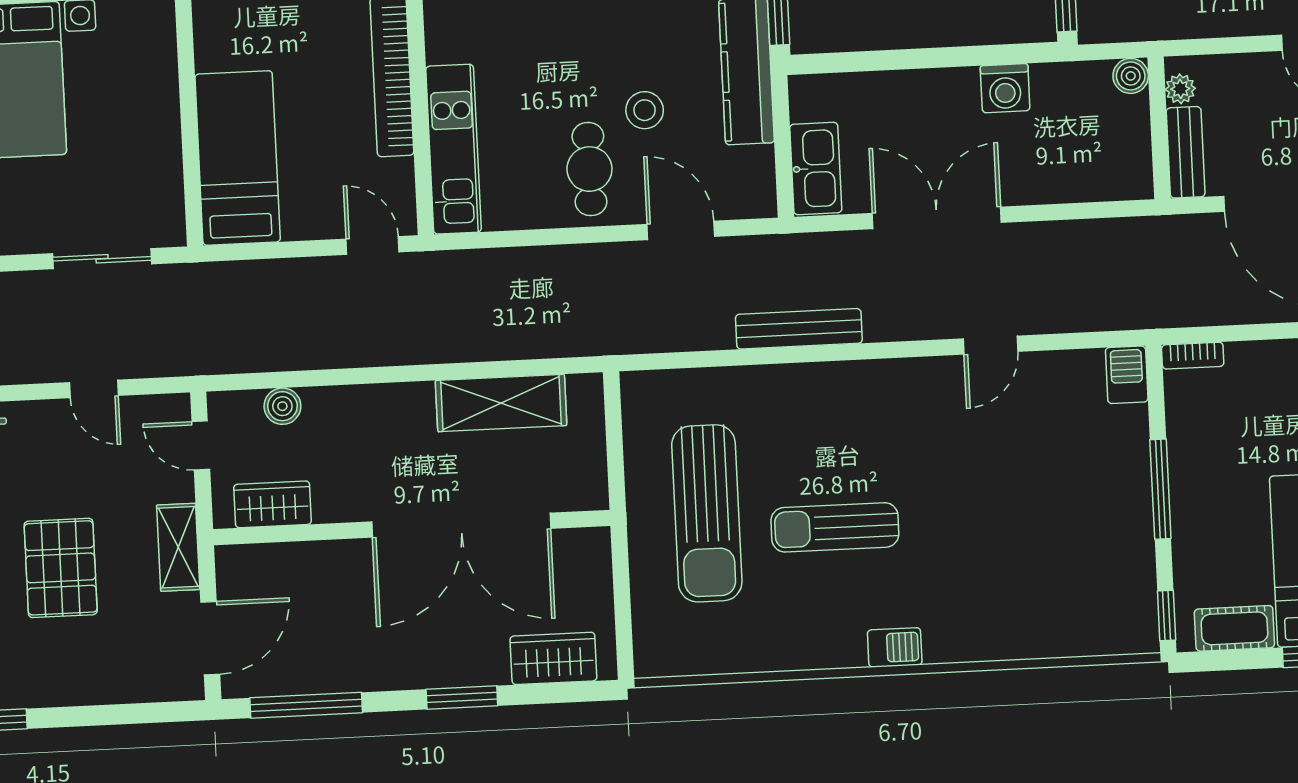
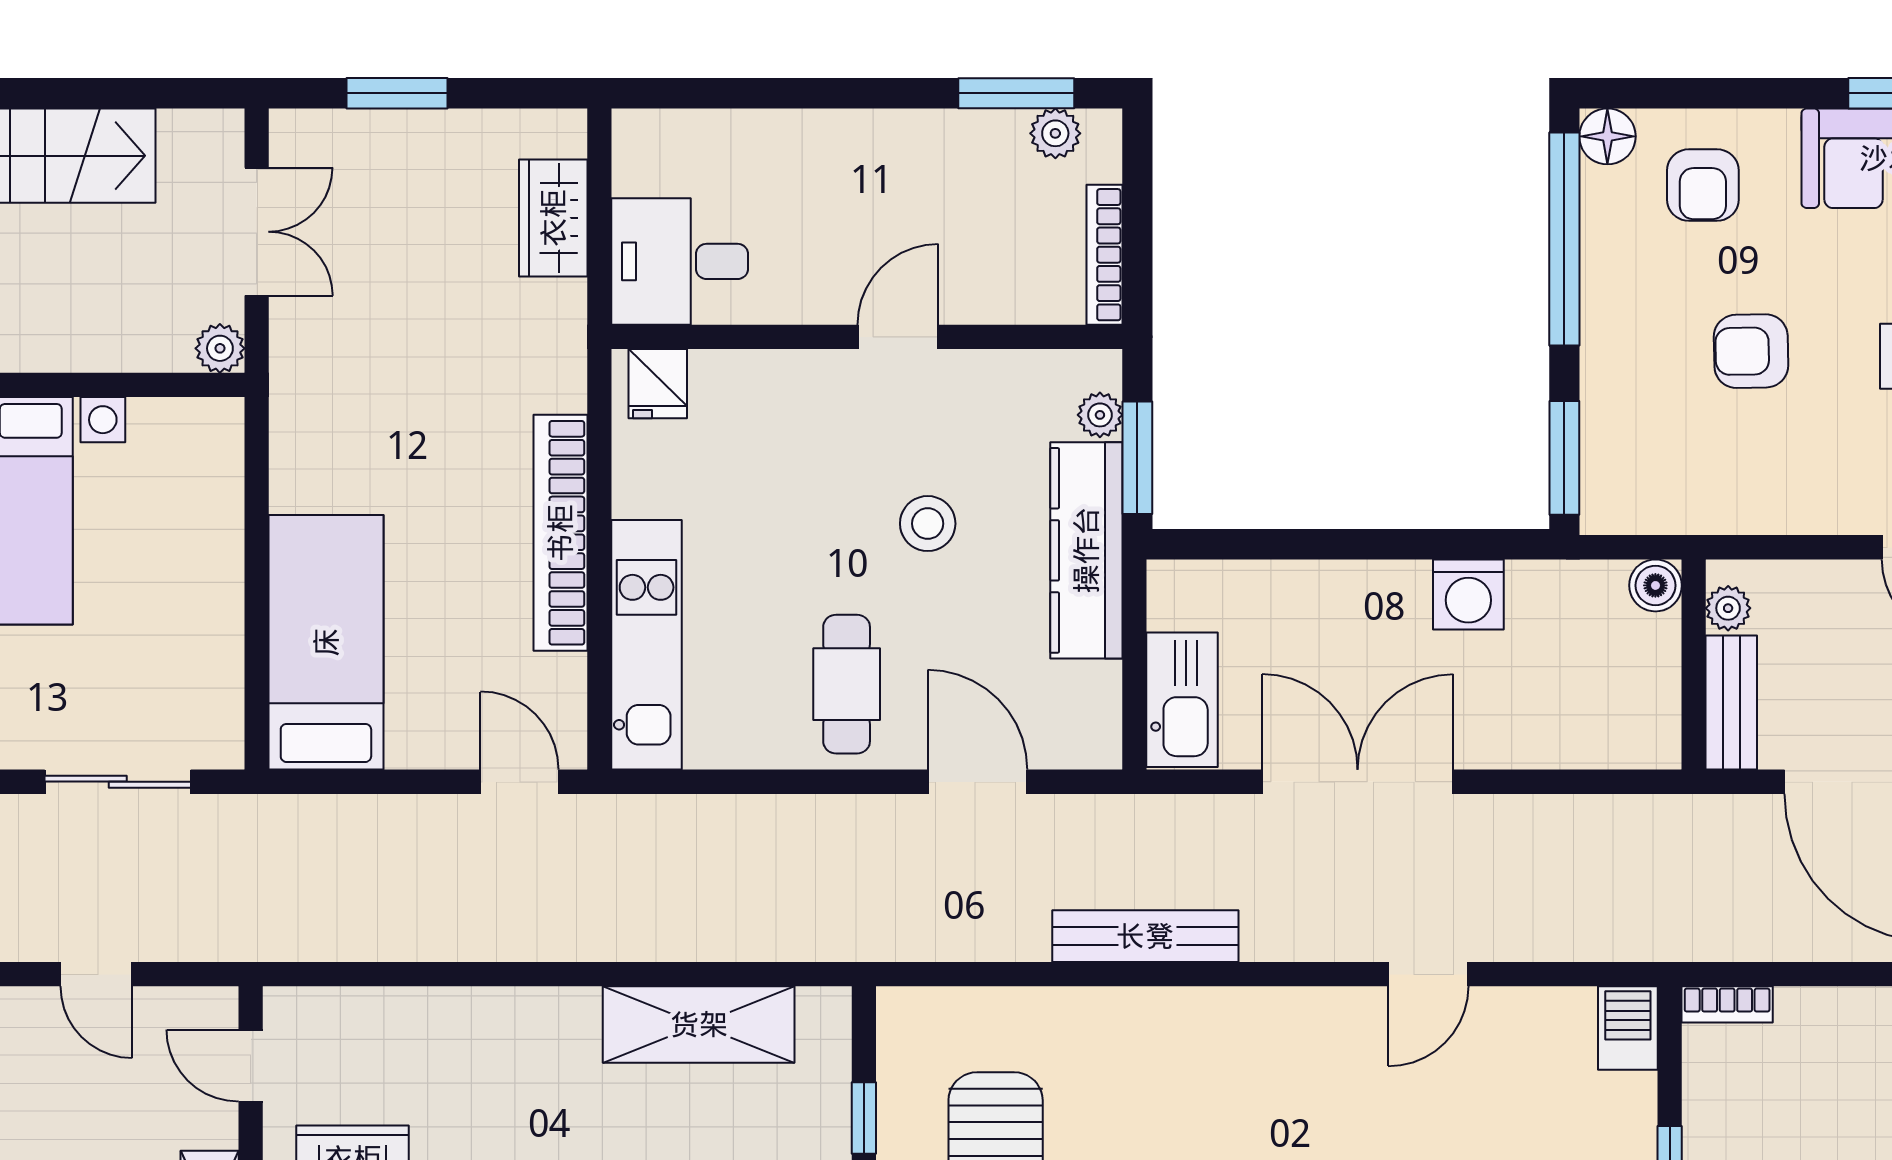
stool: (645, 110) -> (928, 524), moved
boiler: (282, 406) -> (374, 1013), removed
window: (615, 460) -> (864, 1118), added

